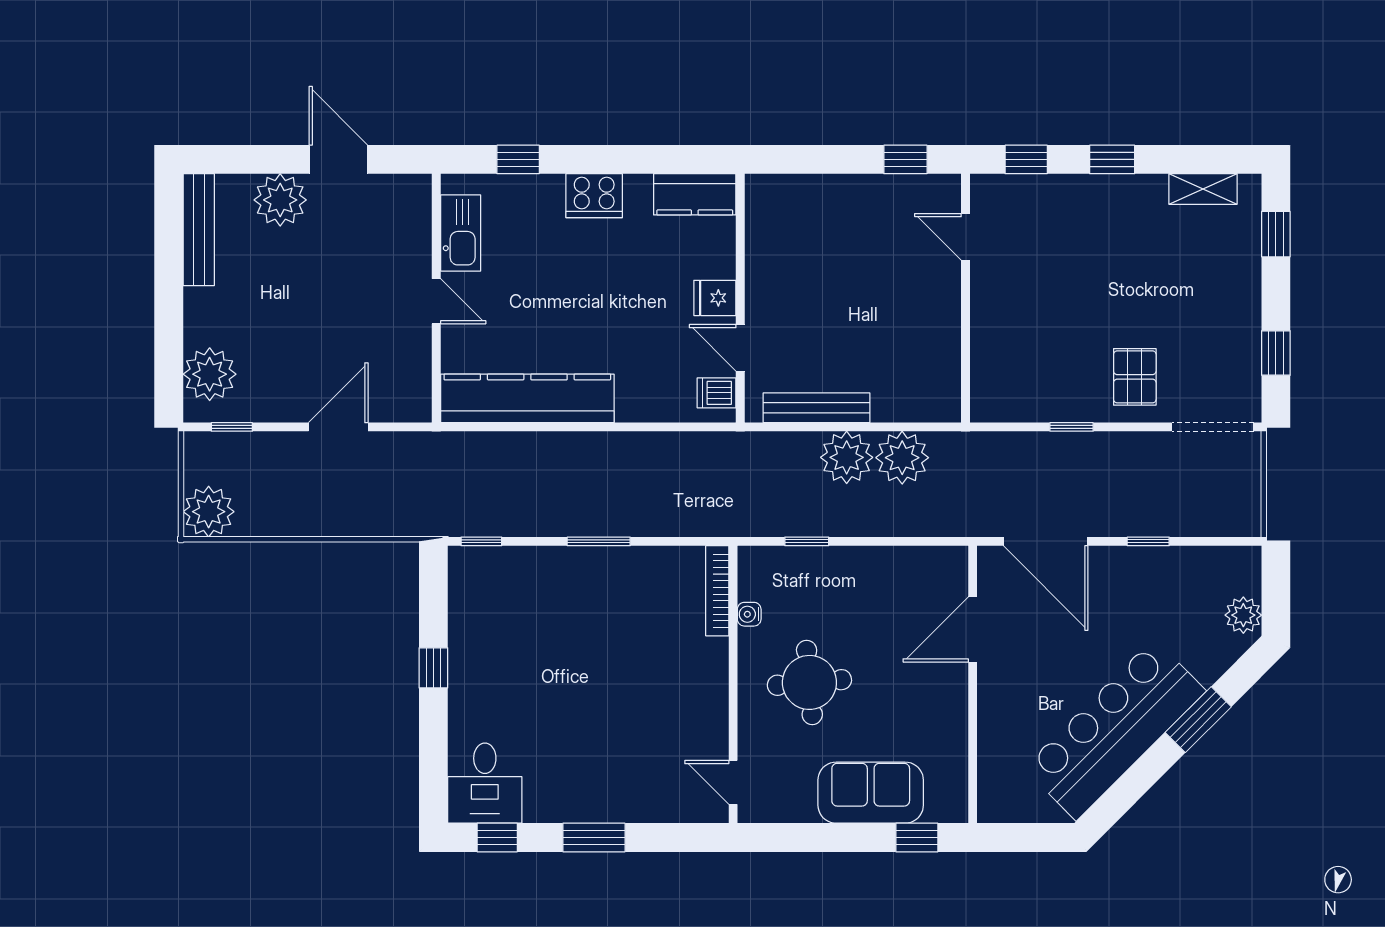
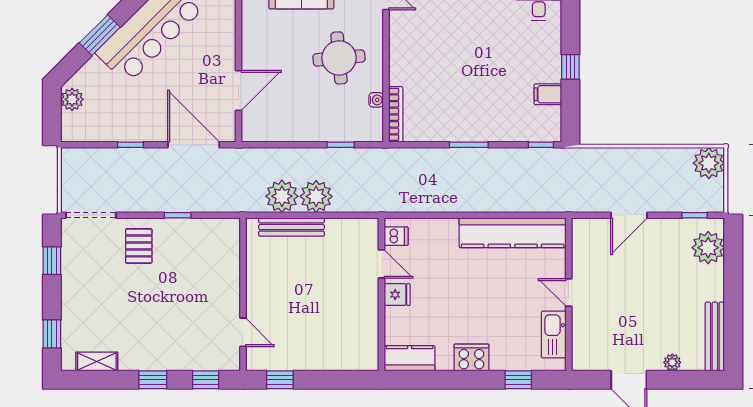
plant: (280, 200) -> (672, 362), width x0.53, depth x0.53
bench: (816, 408) -> (291, 227), moved
filing cabinet: (470, 623) -> (548, 94), added

